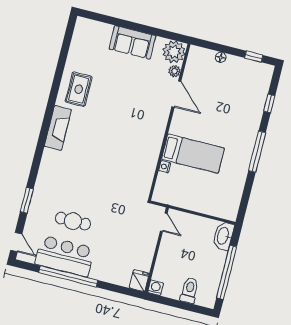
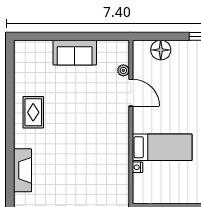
plant: (174, 52) -> (118, 52), removed
floor lamp: (221, 57) -> (161, 50), width x1.89, depth x1.89
fireplace: (58, 128) -> (22, 170), moved

